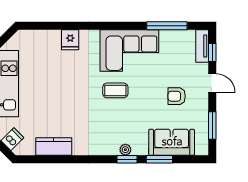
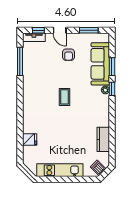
fridge: (70, 40) -> (30, 140), moved
corner sofa: (129, 50) -> (37, 87), removed
door: (212, 83) -> (60, 30), swing flipped
sofa: (172, 142) -> (100, 64), width x1.36

